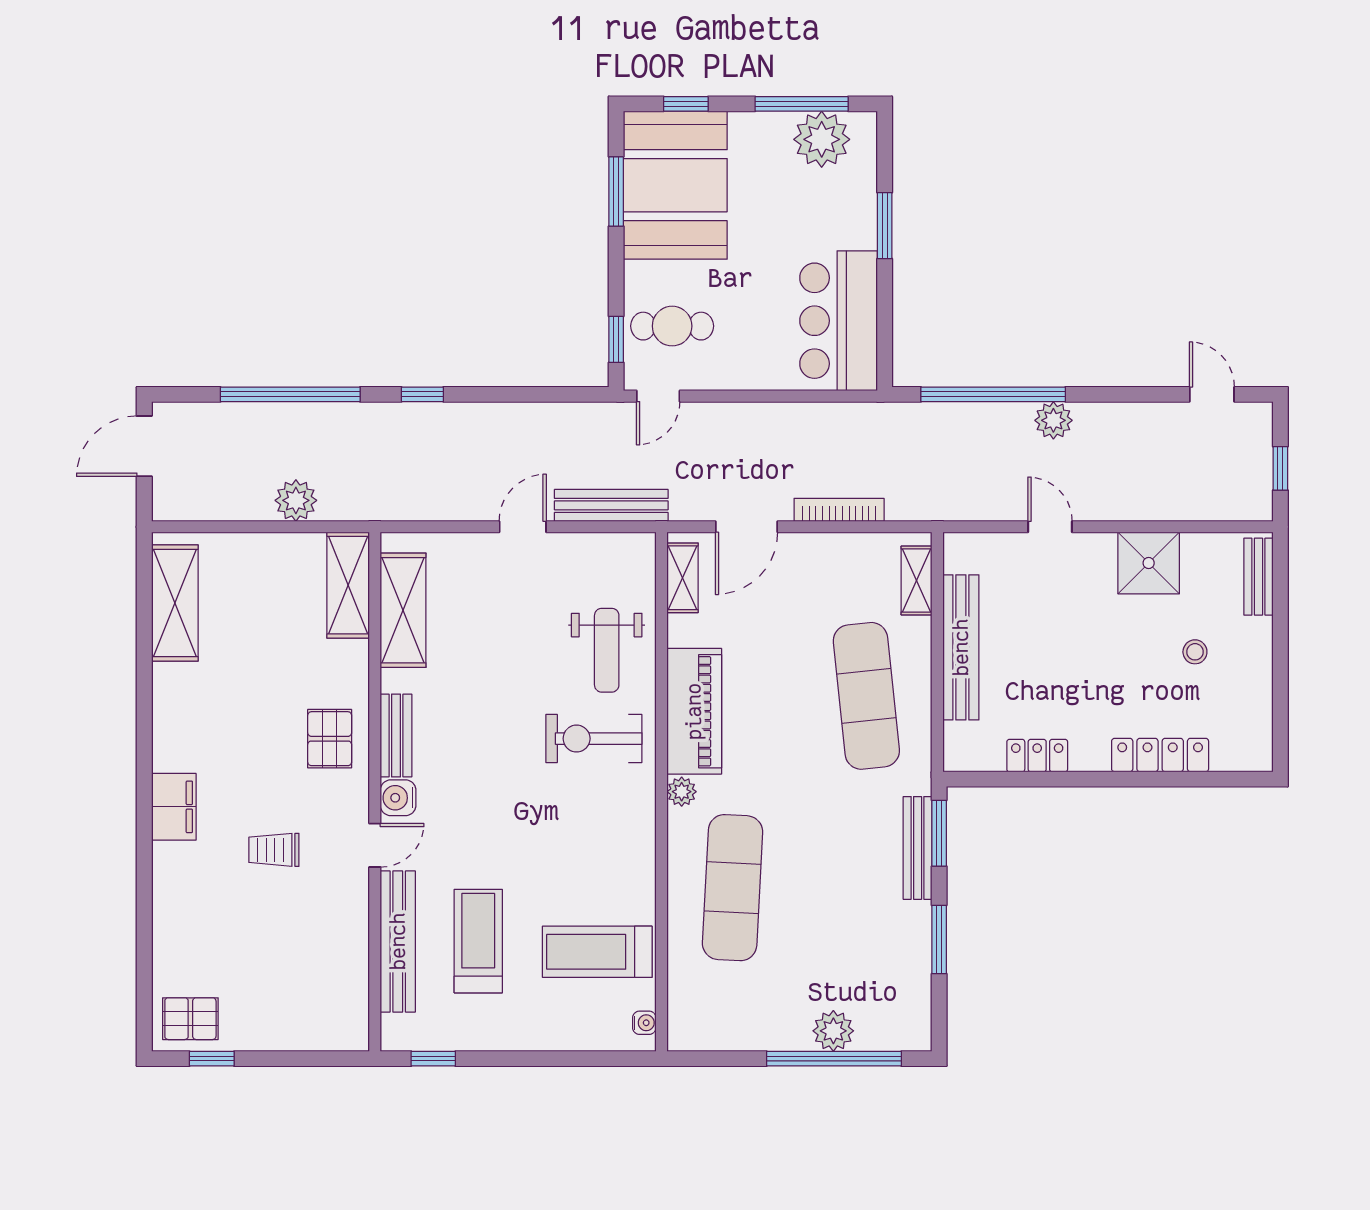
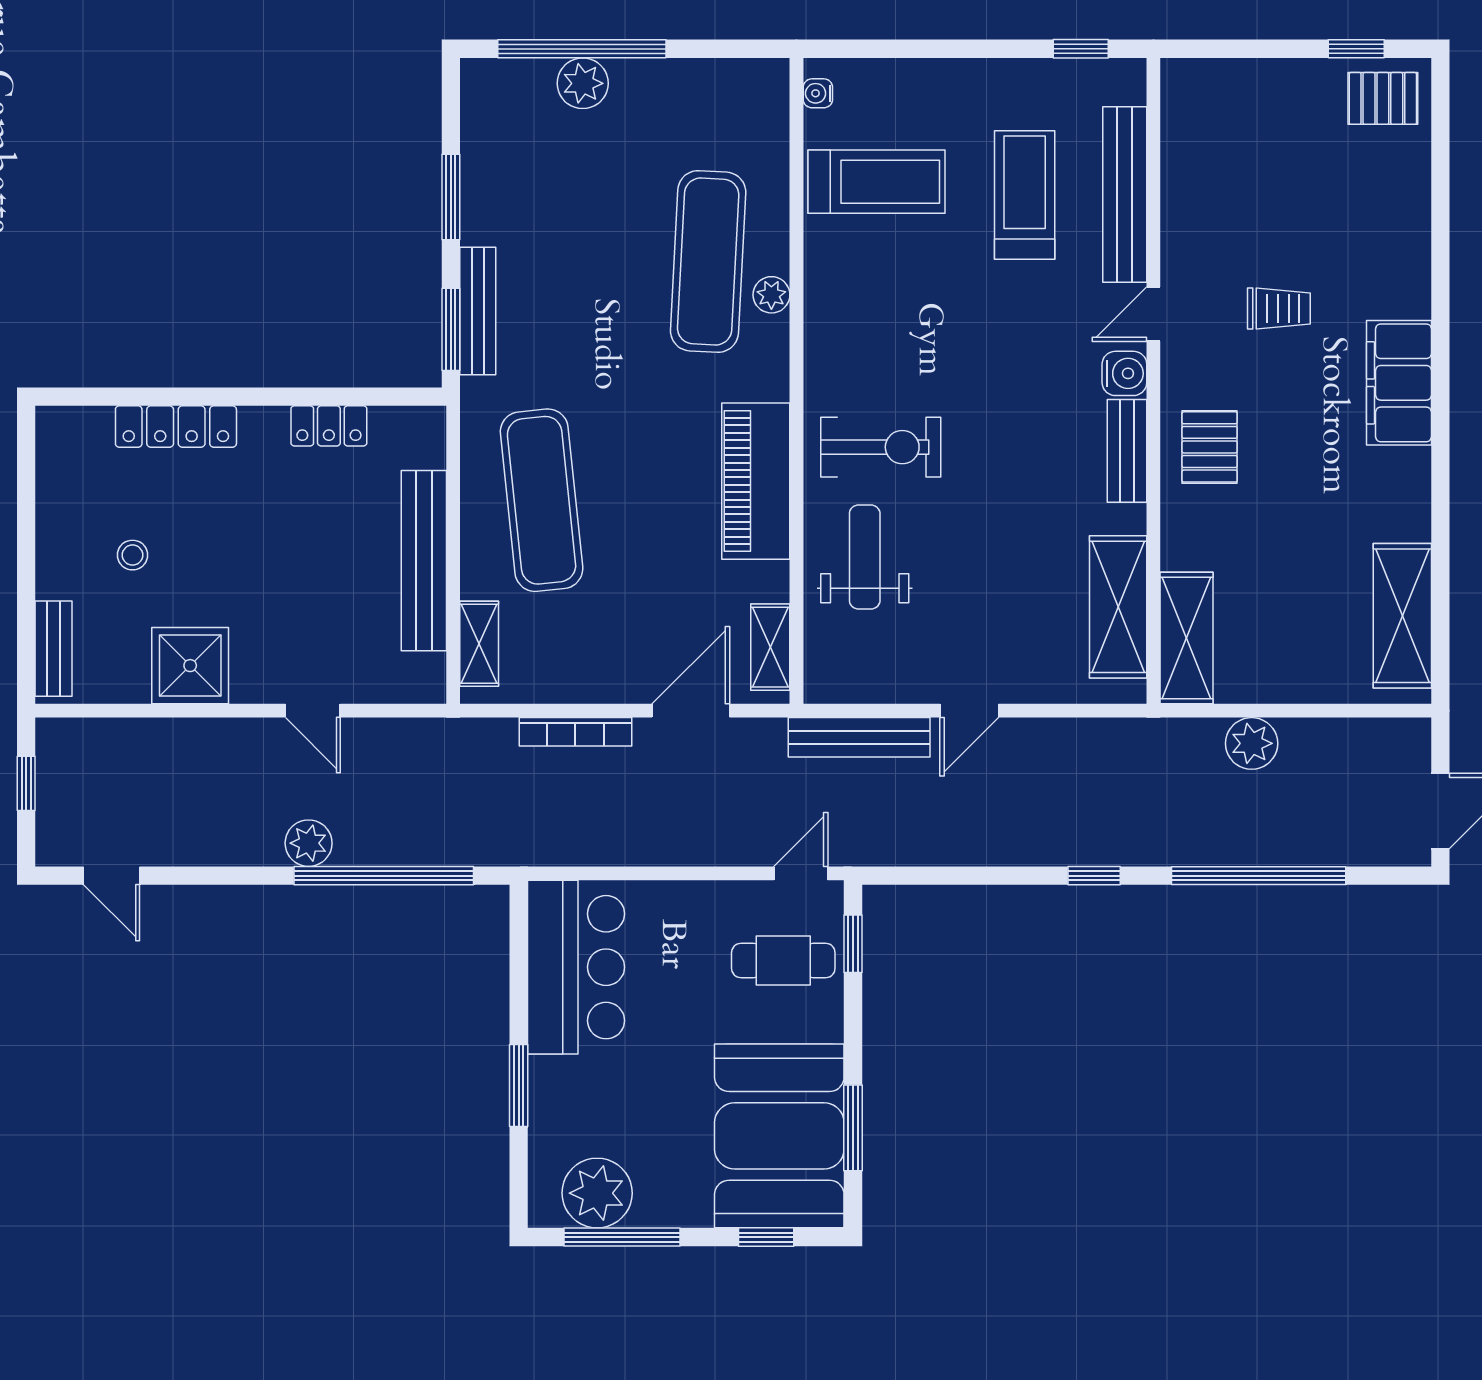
plant: (682, 792) -> (771, 295), moved
filing cabinet: (174, 807) -> (1399, 383), width x1.50, depth x1.17
treadmill: (478, 941) -> (1025, 195), turned 180

